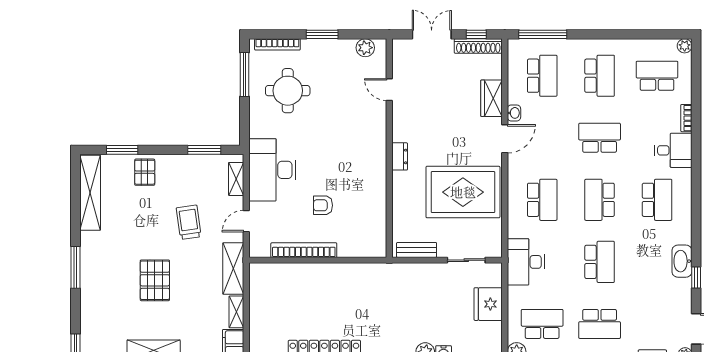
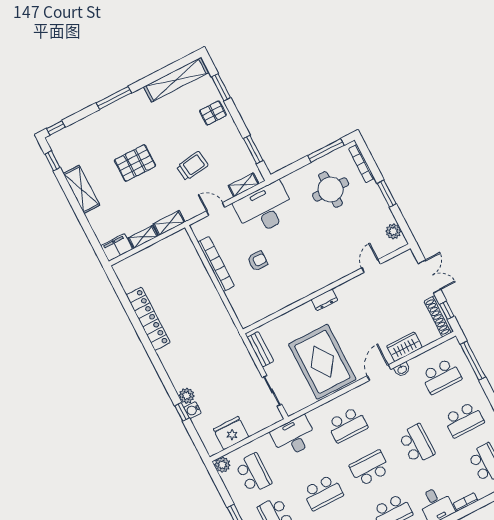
door: (505, 139) -> (379, 373), swing flipped
armchair: (323, 205) -> (258, 261), turned 90
shelving: (233, 269) -> (169, 223), width x0.67, depth x0.75
fridge: (488, 304) -> (231, 433), moved

